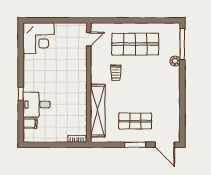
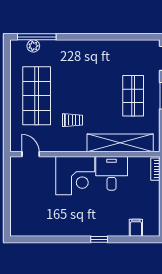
corner desk: (38, 38) -> (75, 176), moved, turned 90
plant: (175, 61) -> (33, 46), moved
desk: (37, 105) -> (112, 173), moved, turned 180

